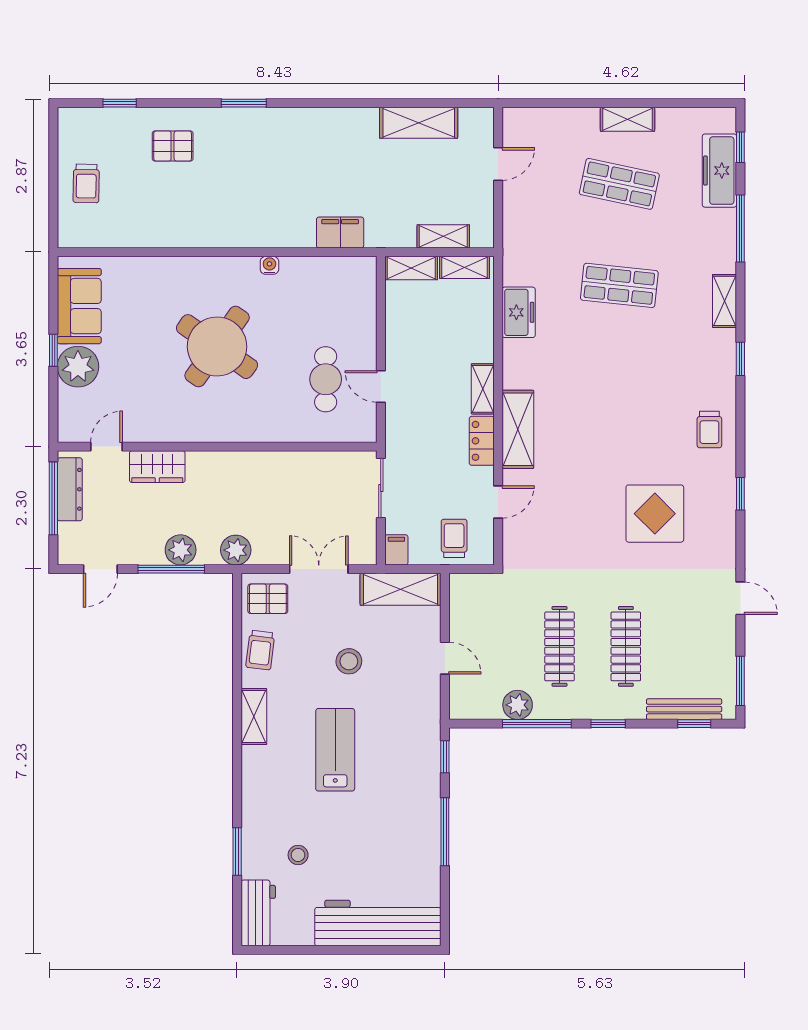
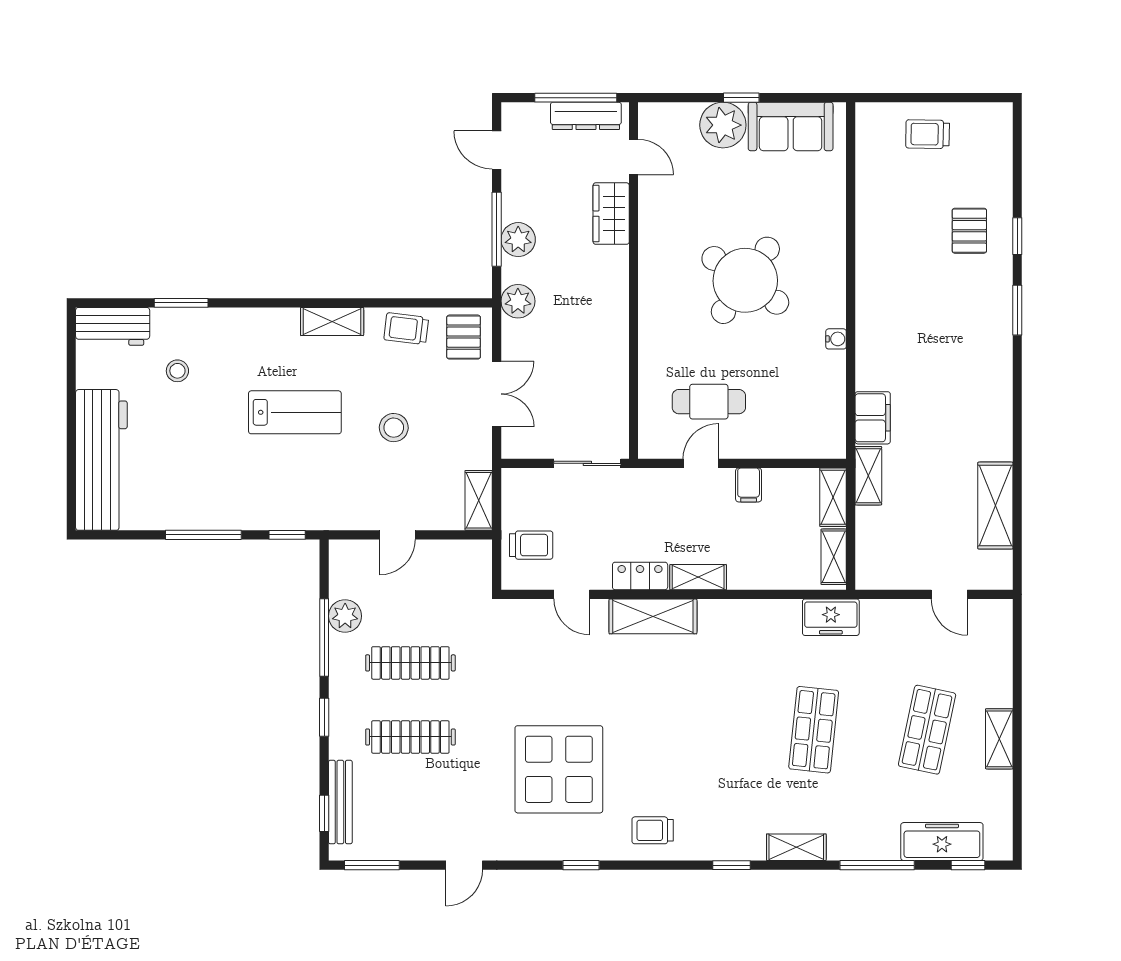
window: (120, 103) -> (1017, 236), moved
shelving: (443, 236) -> (868, 476), moved
freezer: (519, 312) -> (831, 617), moved
display table: (655, 514) -> (559, 769), width x1.36, depth x1.36
filing cabinet: (396, 550) -> (749, 485), moved, turned 90
shelving: (401, 589) -> (479, 500), width x0.67, depth x0.75

